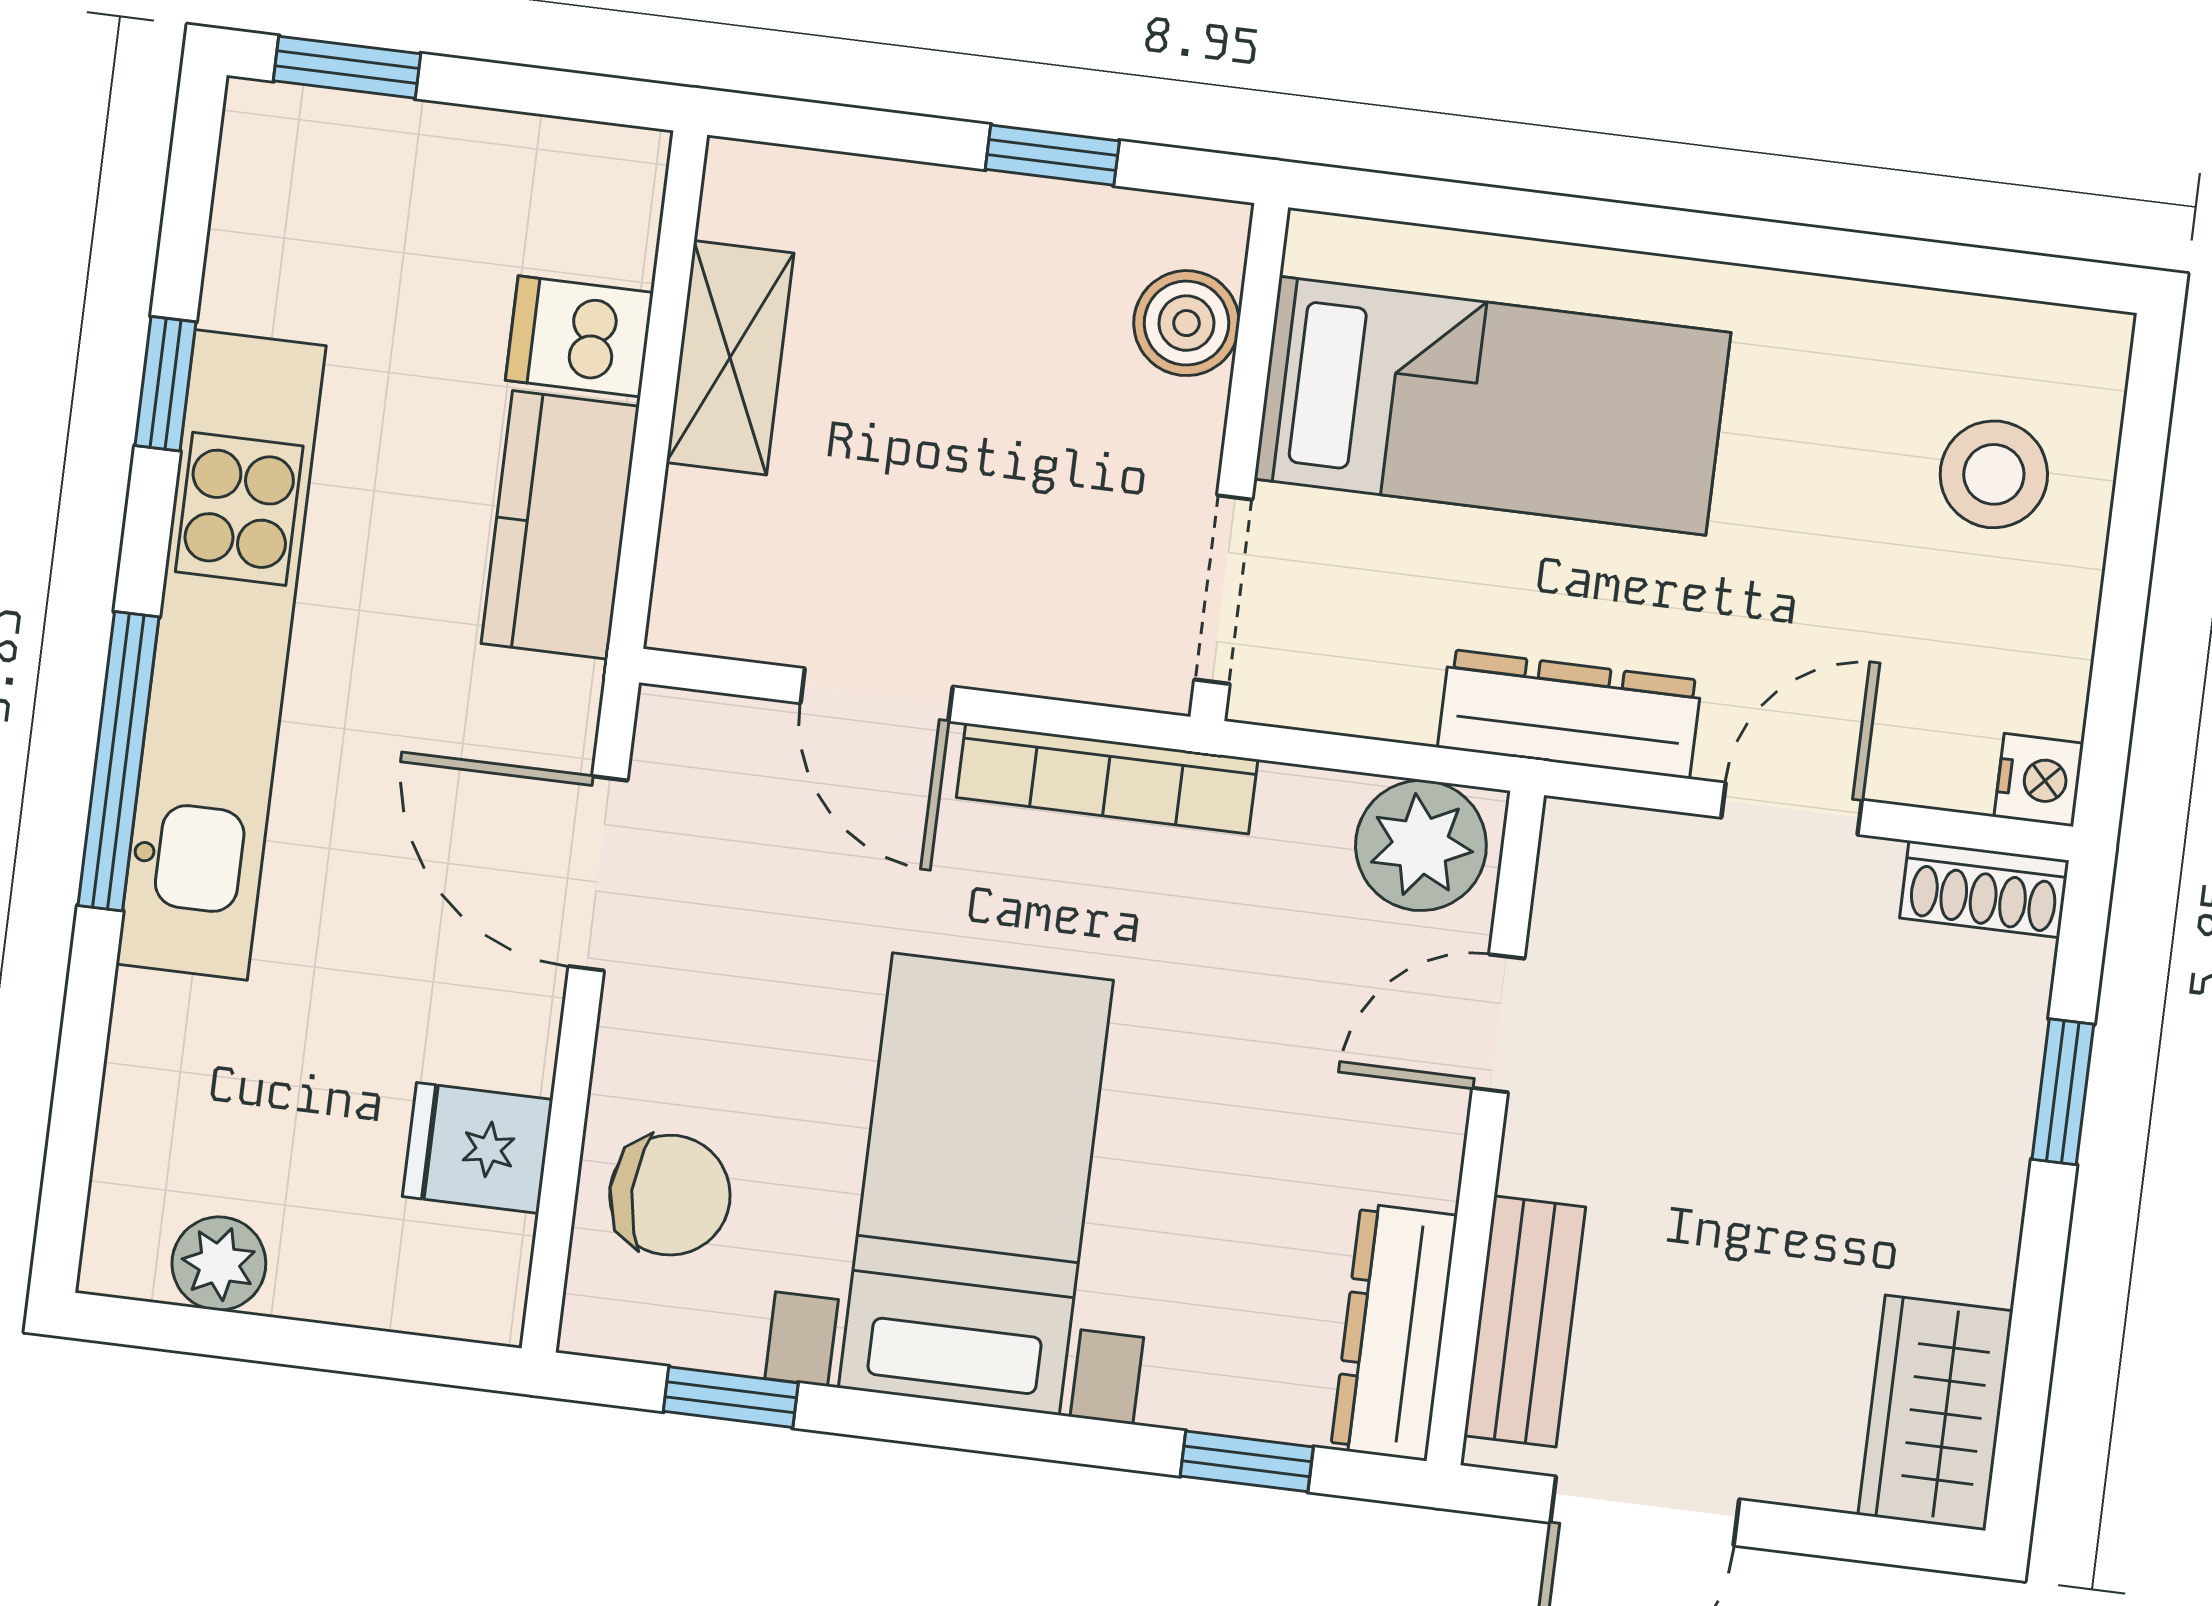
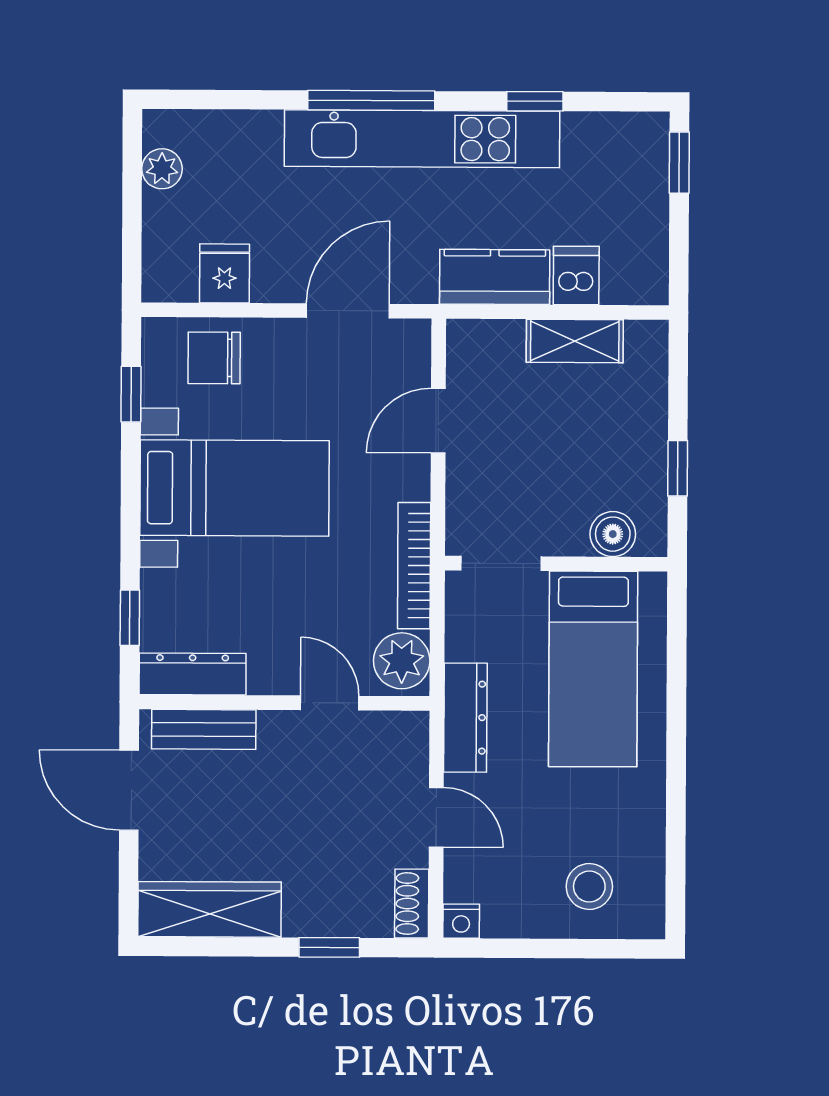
bookcase: (1107, 779) -> (414, 566), moved
chair: (670, 1195) -> (214, 358), turned 90
wardrobe: (1935, 1413) -> (209, 909), width x1.50

